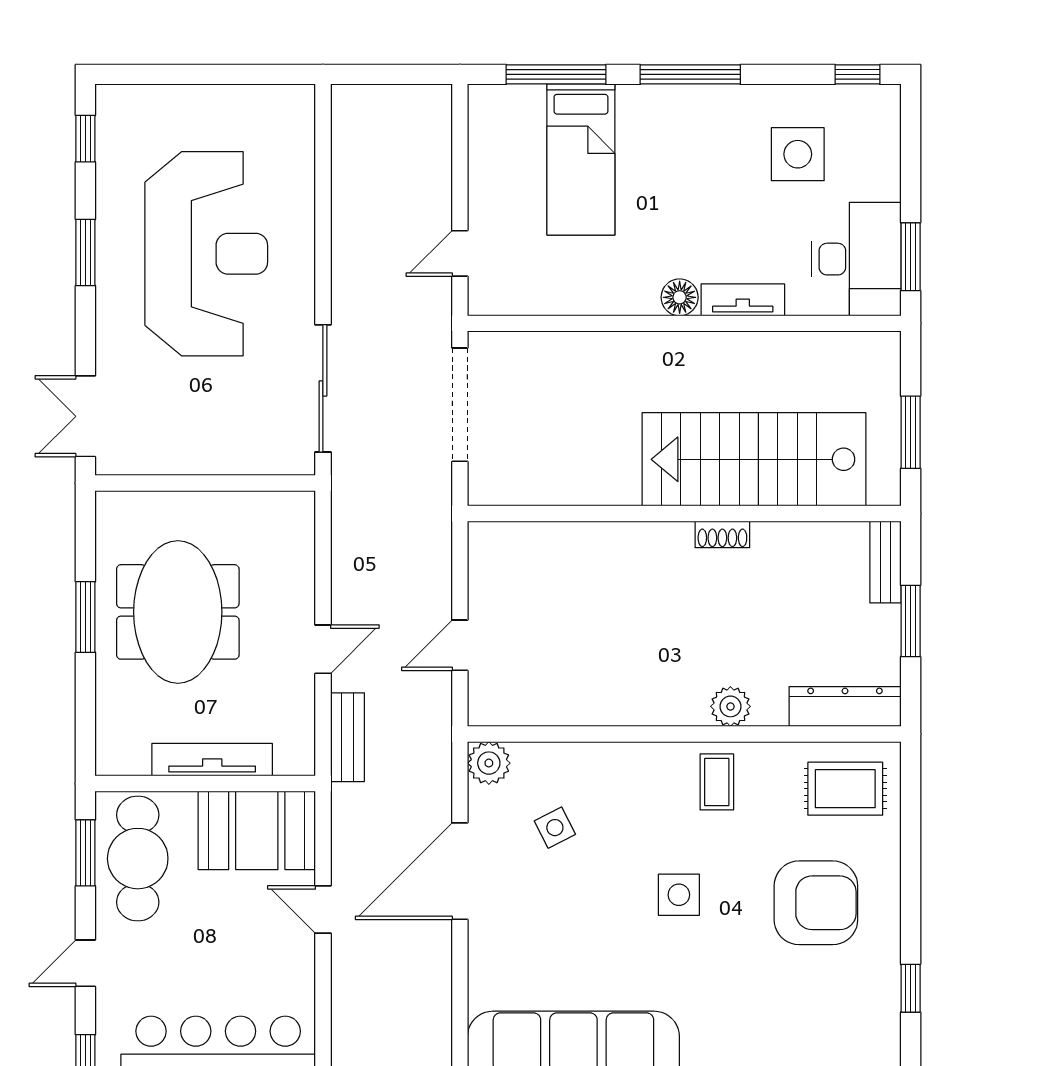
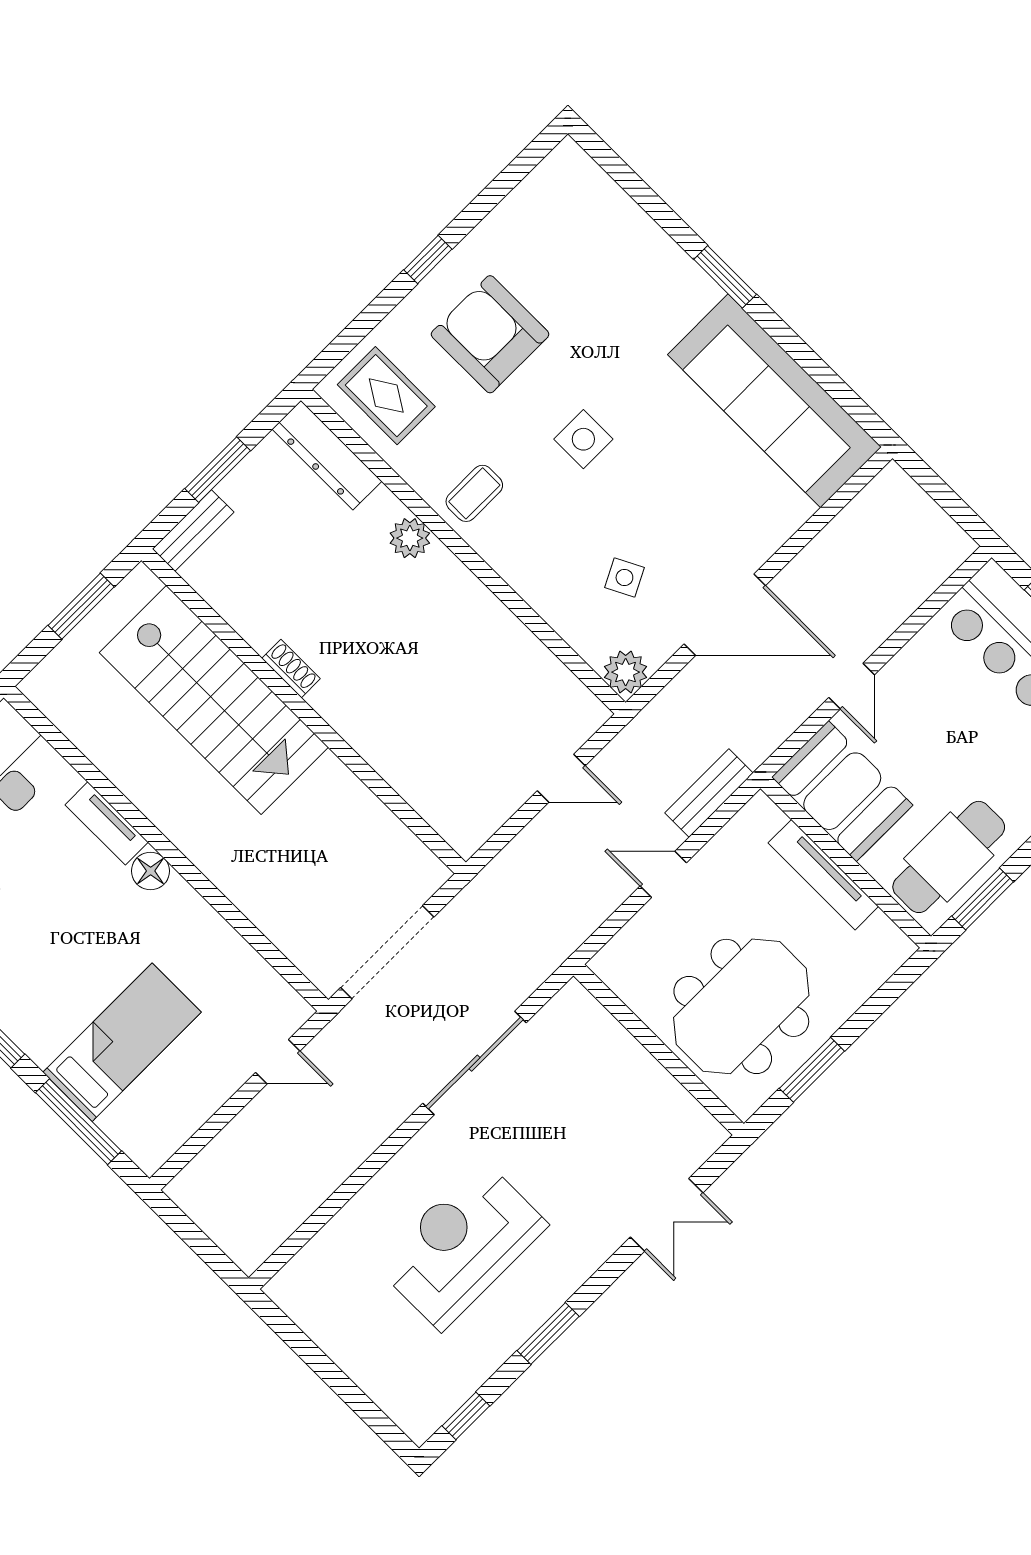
reception desk: (206, 254) -> (462, 1245), width x0.74, depth x0.77
wall: (205, 483) -> (659, 1050), moved
window: (911, 988) -> (428, 259), moved

